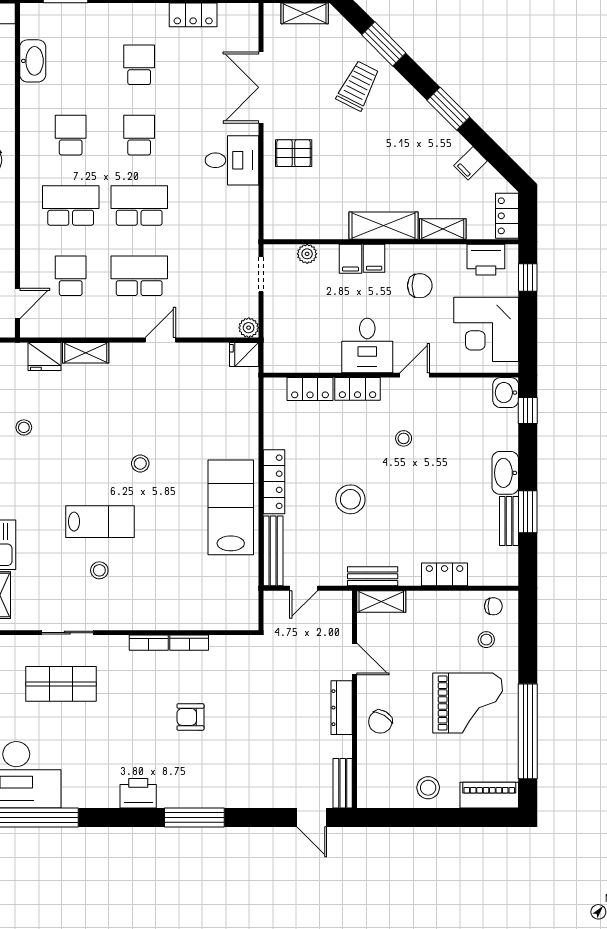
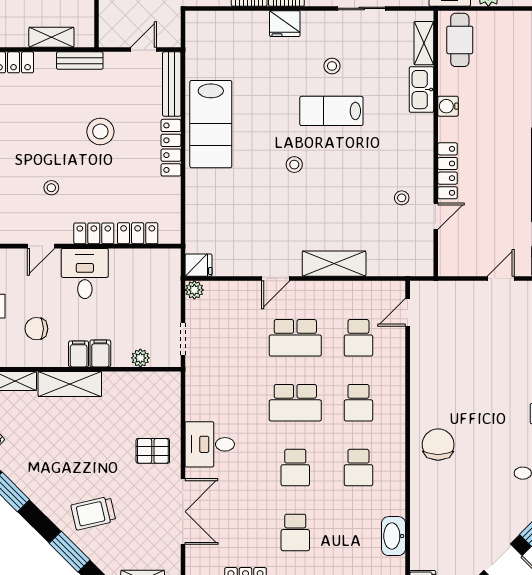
trolley: (358, 86) -> (93, 513), turned 50
school desk: (71, 205) -> (358, 403), width x0.54
shelving: (86, 353) -> (334, 264), width x1.50, depth x1.33
fridge: (44, 356) -> (285, 24), moved, turned 180
shelving: (381, 601) -> (51, 37), moved

